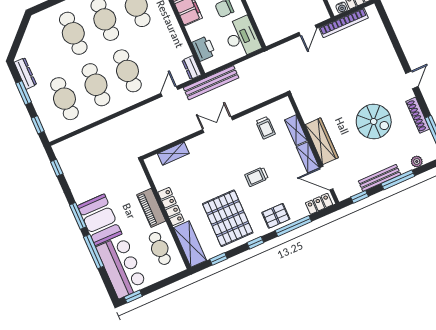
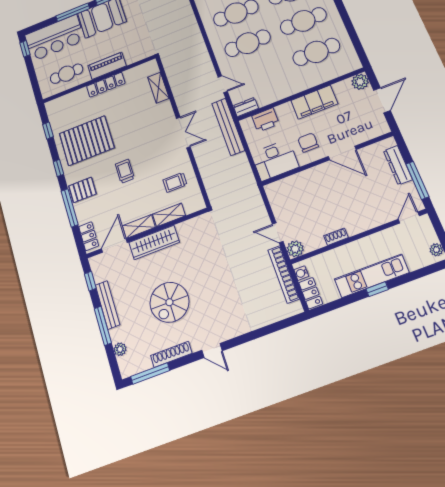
plant: (321, 14) -> (295, 249), added
pallet: (276, 216) -> (82, 190), turned 90
shelving: (190, 244) -> (67, 103), removed

